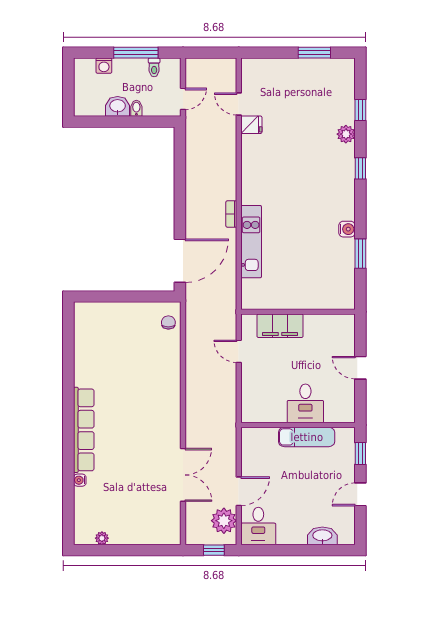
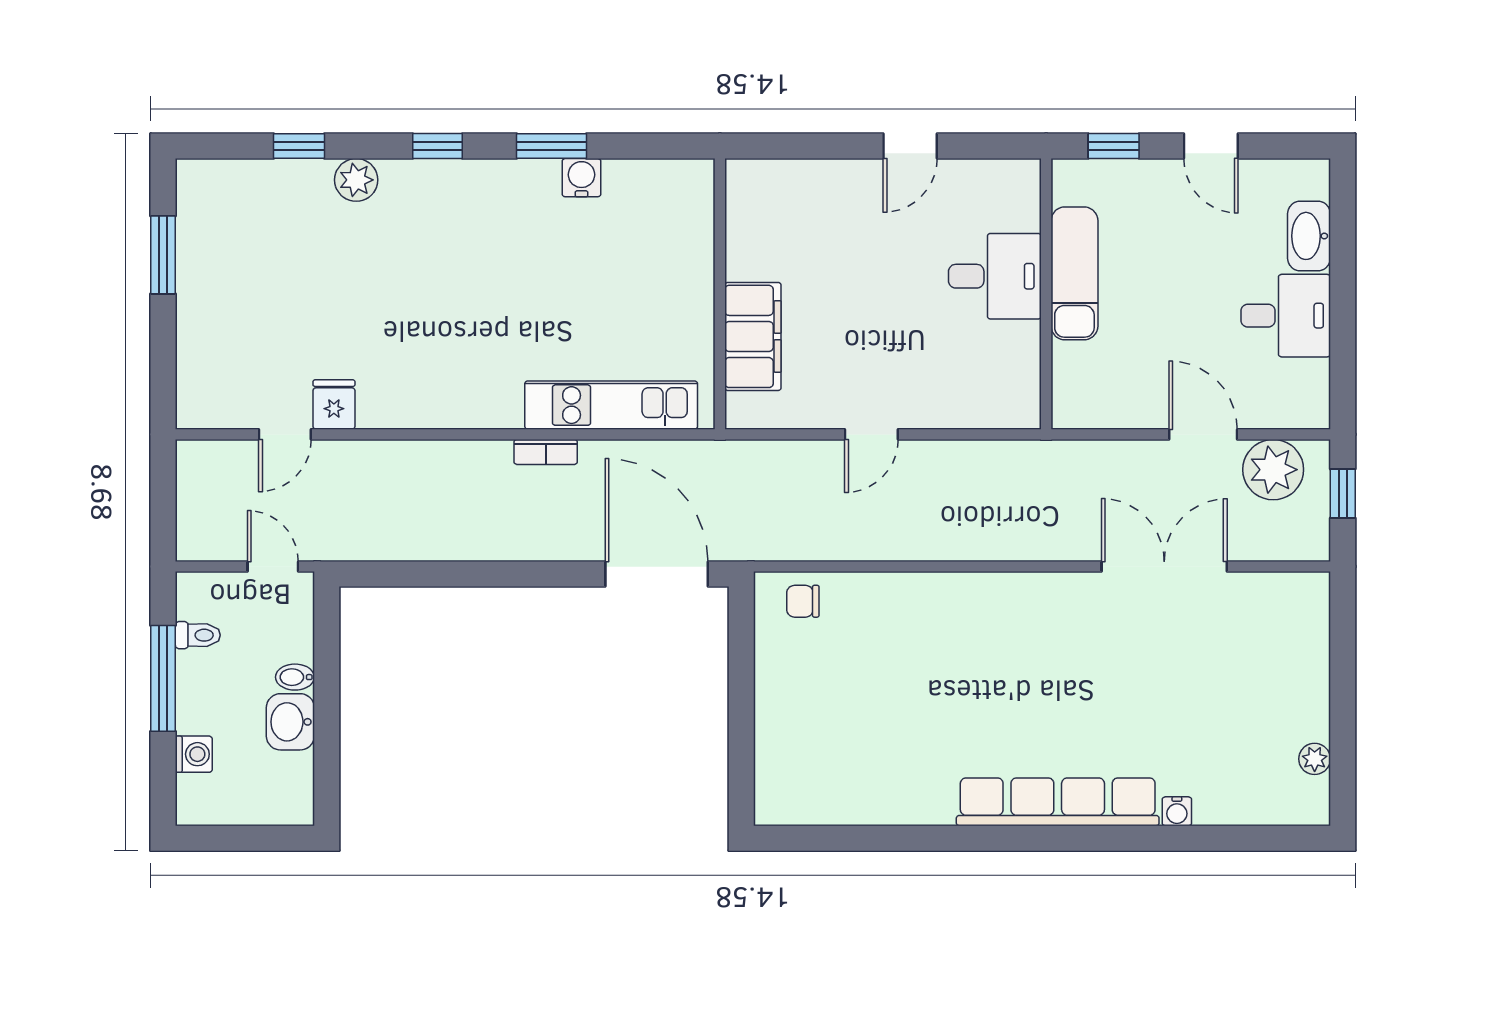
window: (360, 254) -> (552, 146), moved
wall: (298, 312) -> (720, 294), moved
filing cabinet: (280, 326) -> (753, 336), moved
desk: (258, 526) -> (1286, 316), moved

